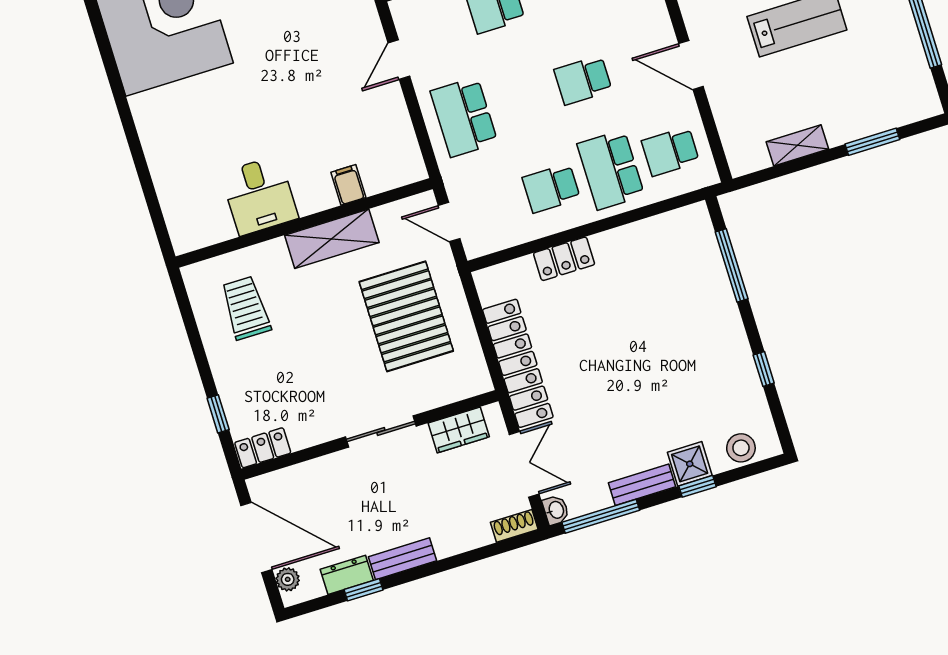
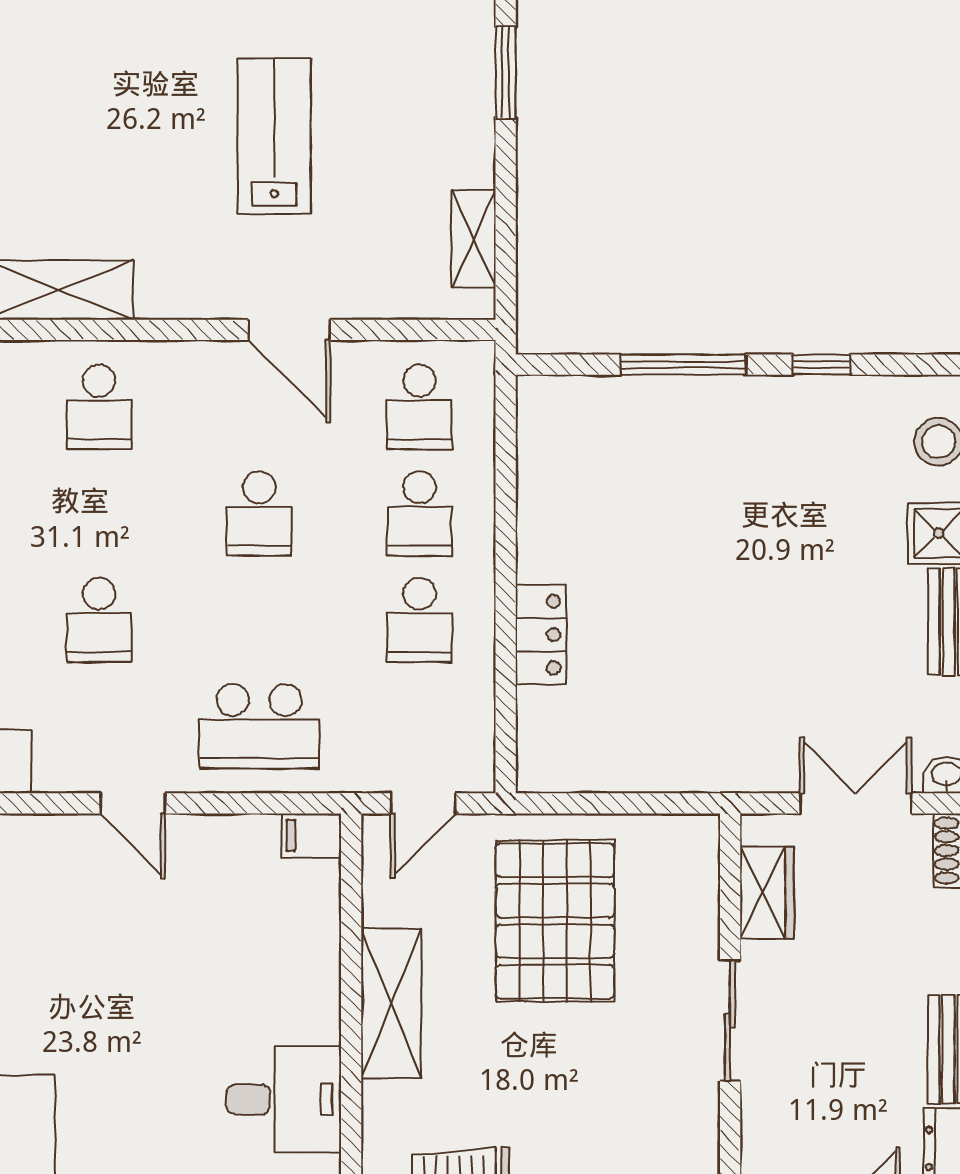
door: (691, 65) -> (289, 330), hinge flipped
shelving: (797, 145) -> (474, 238), moved
school desk: (611, 170) -> (419, 513), width x0.54
filing cabinet: (348, 185) -> (312, 836), moved
window: (732, 265) -> (683, 365), moved
pallet: (406, 316) -> (555, 921), turned 90
locker: (518, 363) -> (688, 763), removed

